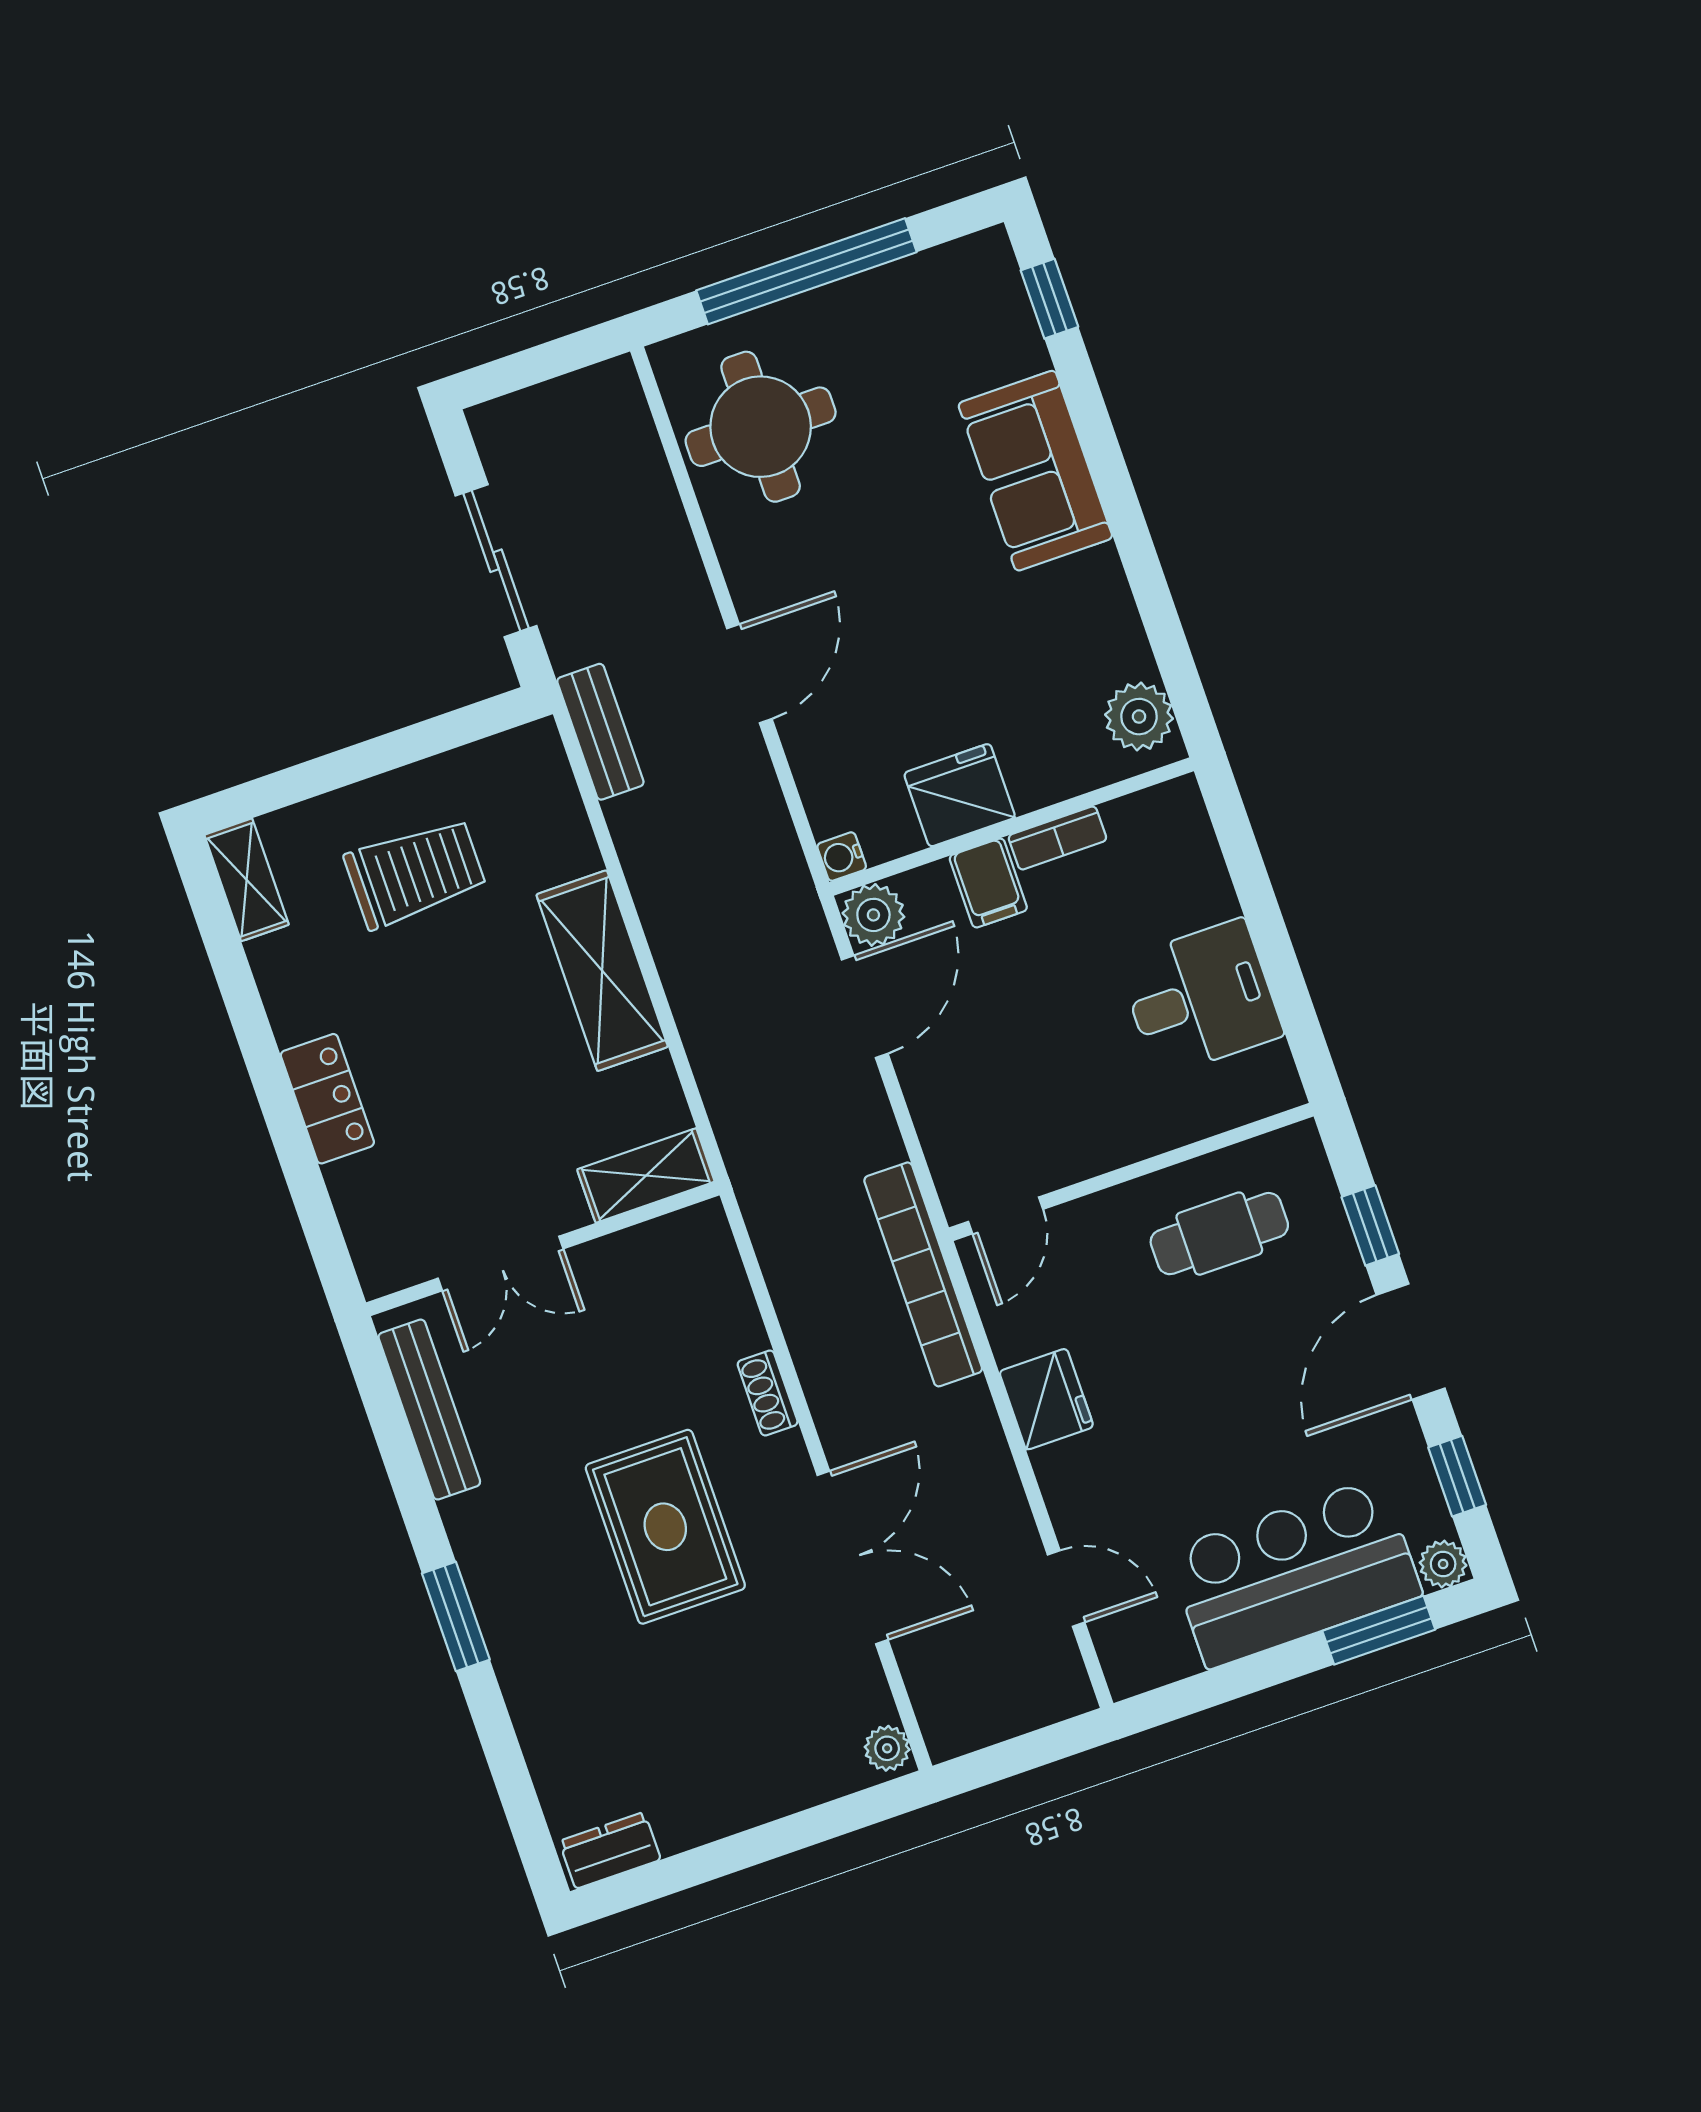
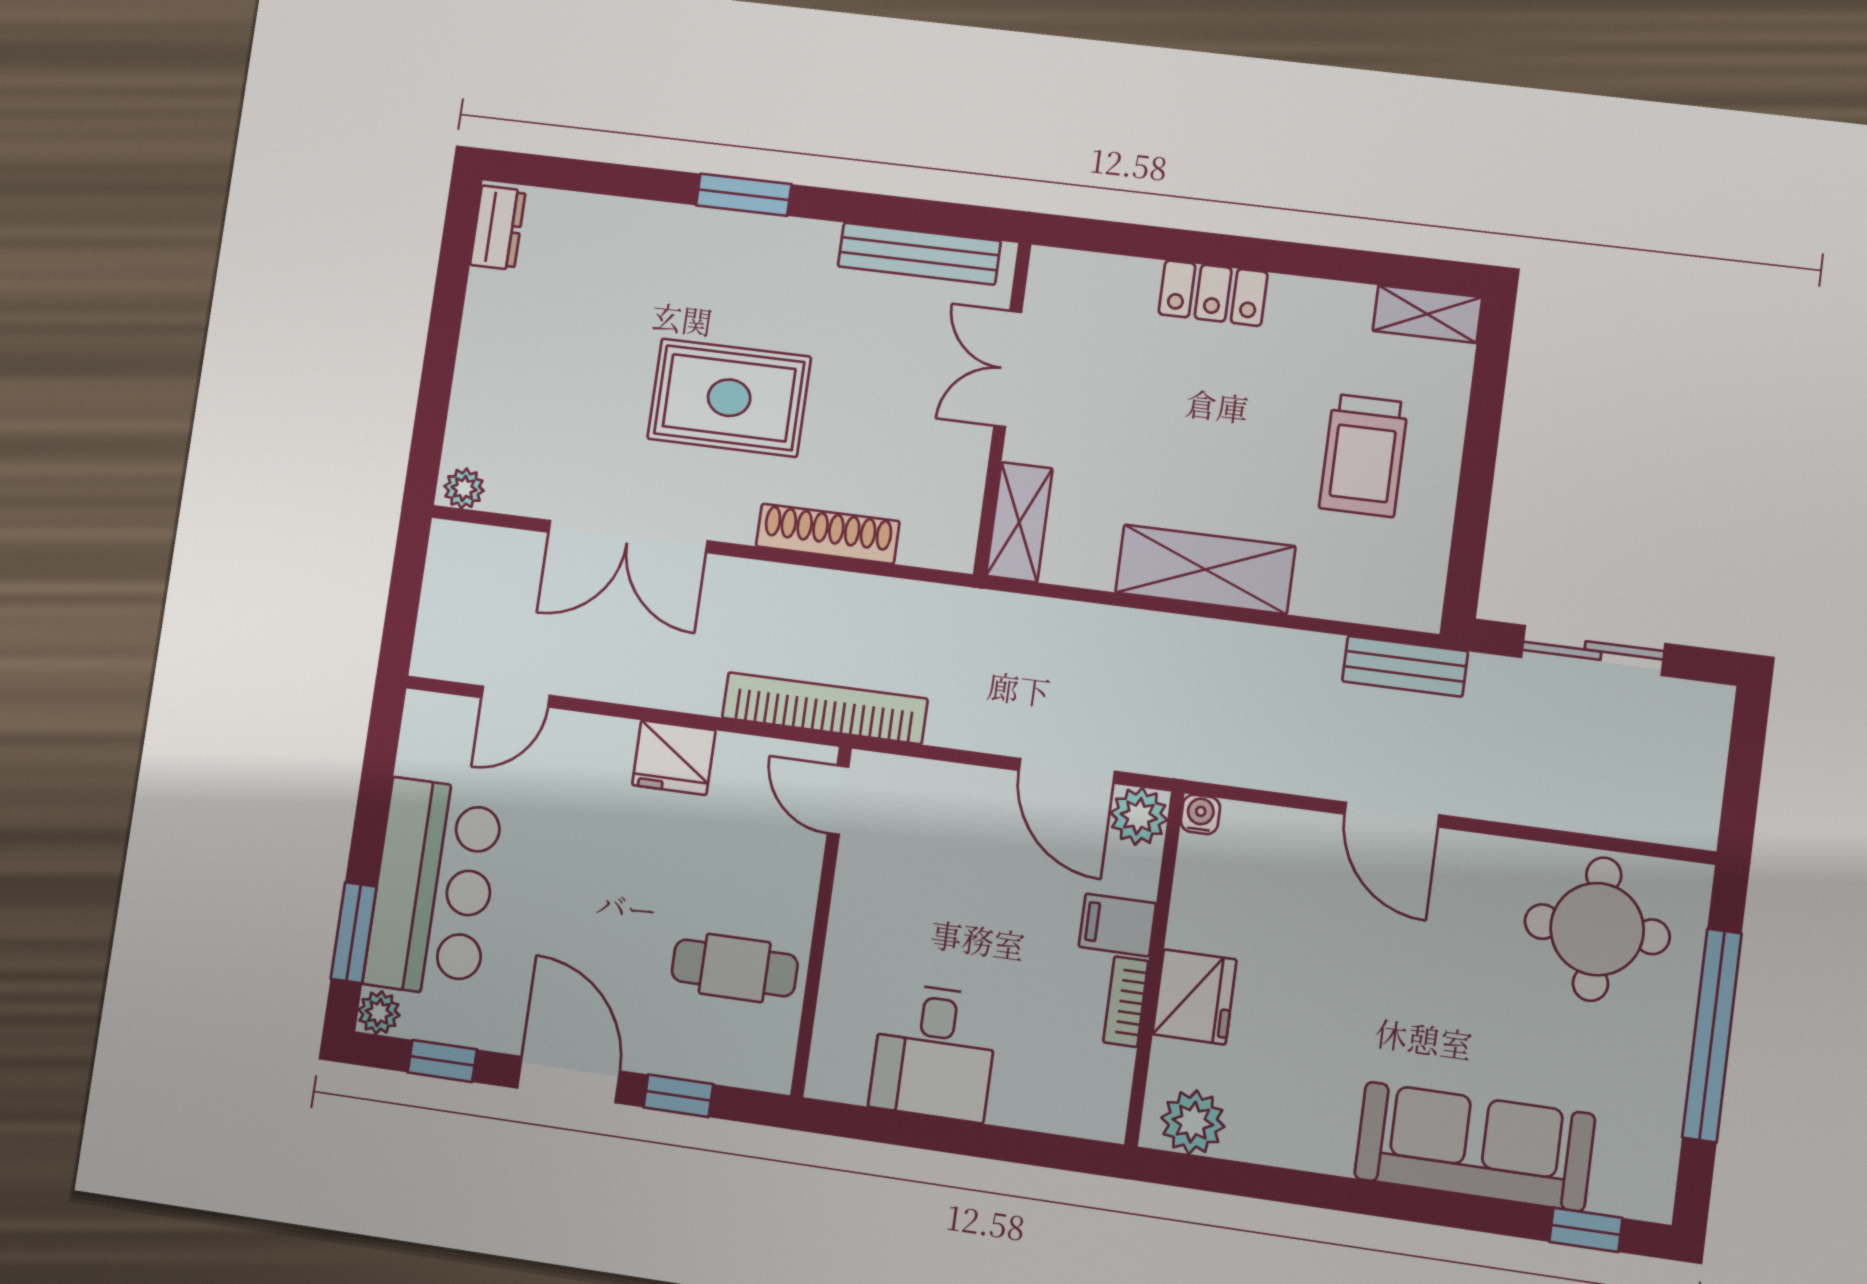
sofa: (1035, 471) -> (1475, 1146), width x1.36
fridge: (960, 795) -> (1195, 997), moved
cafe table: (1219, 1234) -> (735, 968), turned 90
shoe rack: (768, 1393) -> (828, 534), width x1.94, depth x1.24

